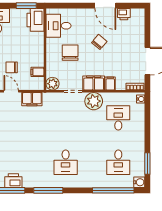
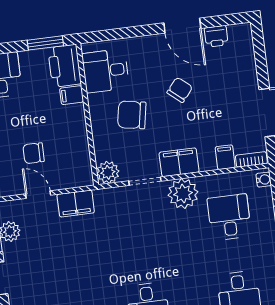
chair: (70, 53) -> (132, 115), turned -80
filing cabinet: (37, 72) -> (72, 95), moved
filing cabinet: (110, 84) -> (225, 157), moved

